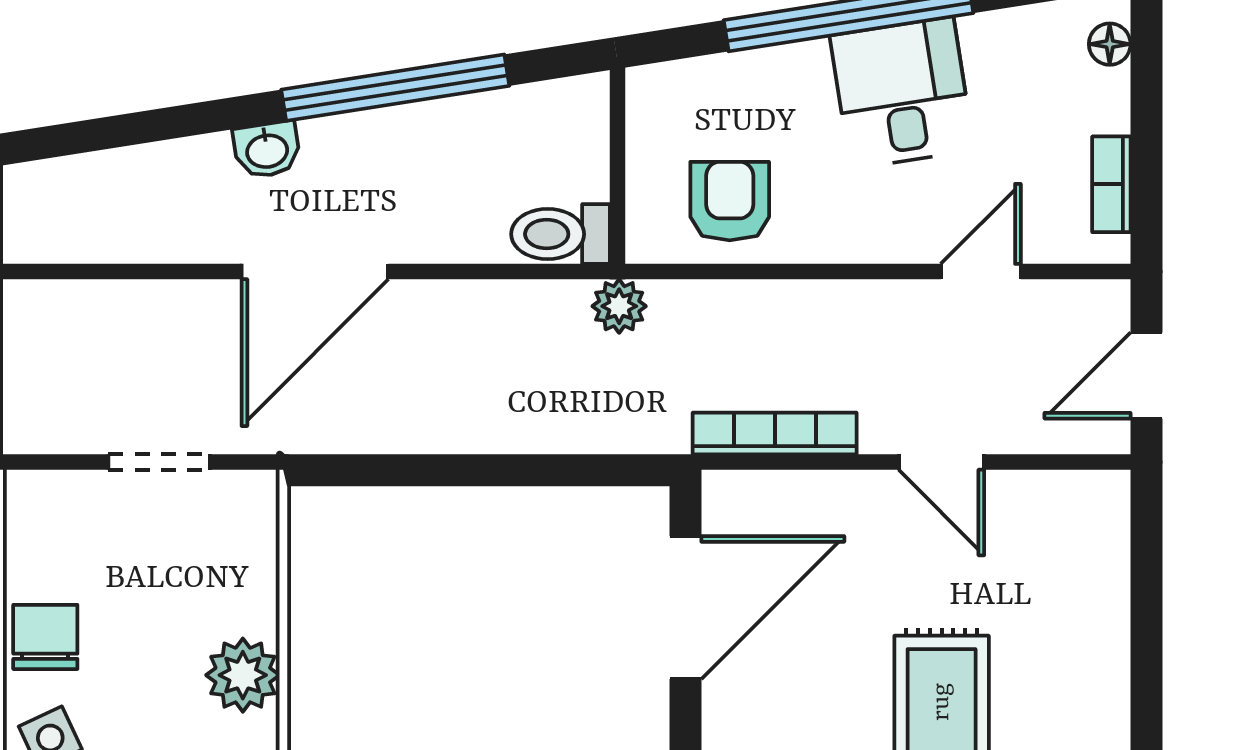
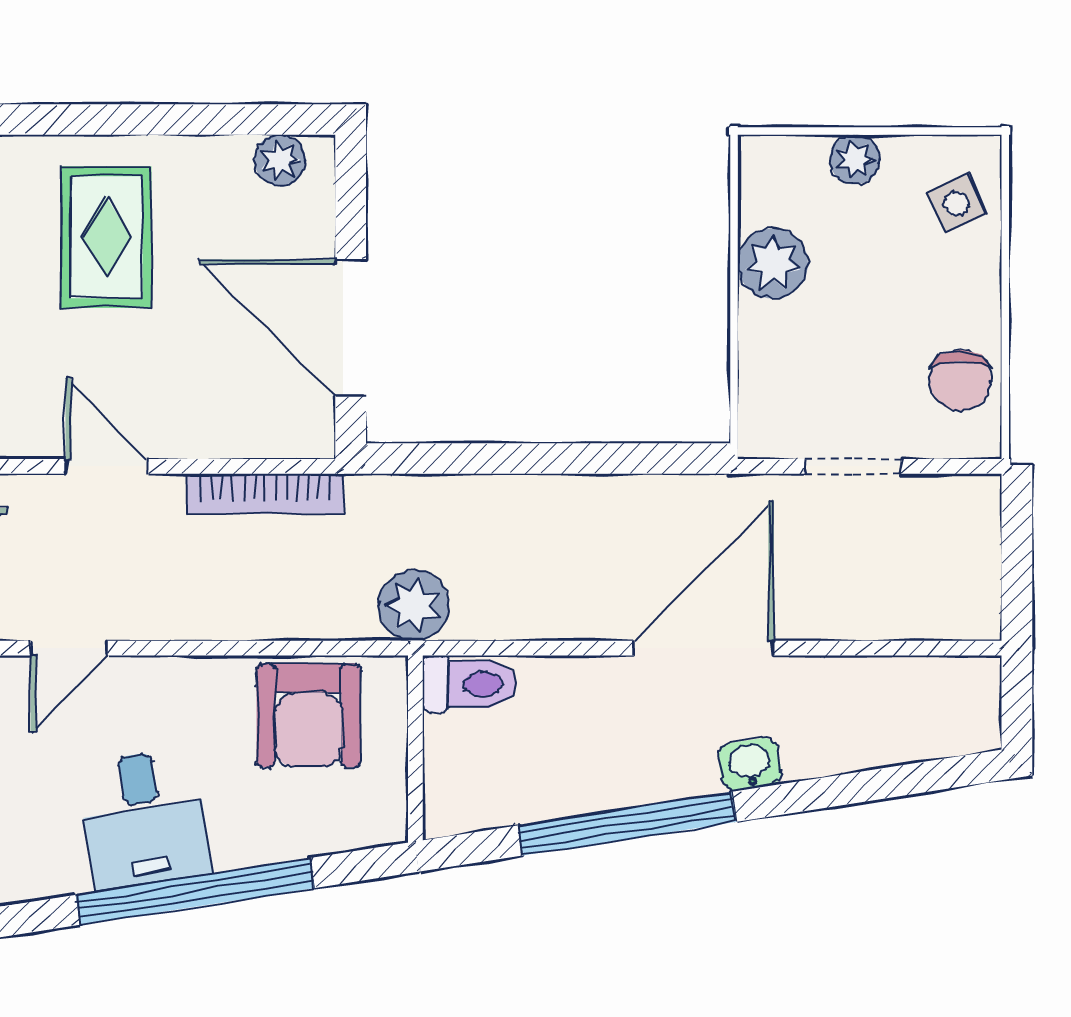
armchair: (730, 201) -> (308, 715), width x1.38, depth x1.38
plant: (619, 306) -> (414, 606), width x1.38, depth x1.38
door: (685, 608) -> (351, 328), hinge flipped
chair: (45, 637) -> (960, 380), moved

